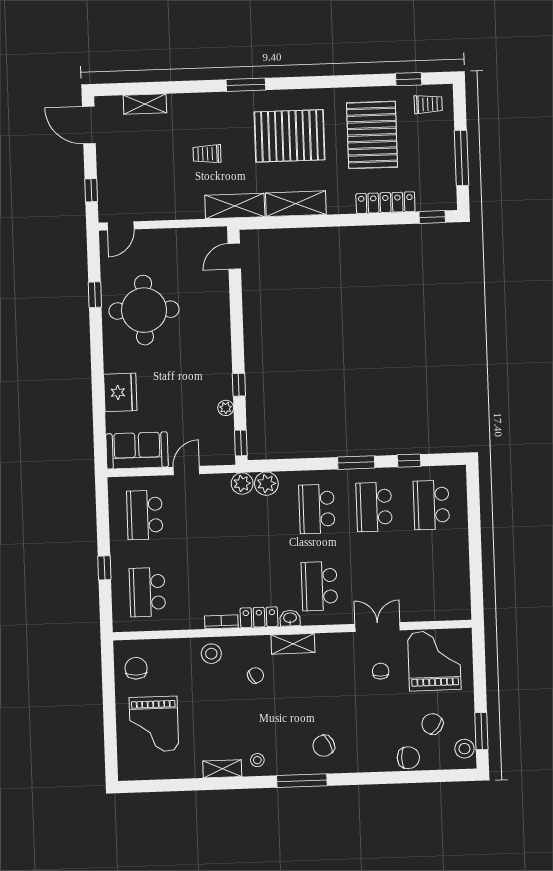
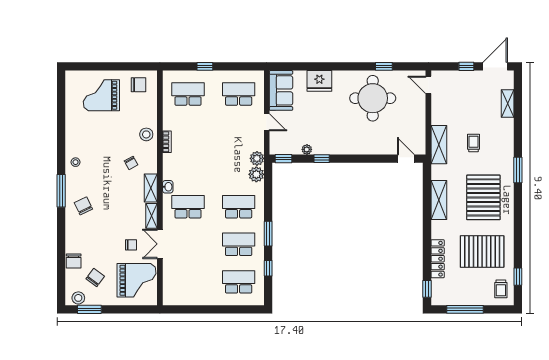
window: (91, 190) -> (466, 66), moved
shelving: (235, 206) -> (439, 145), moved
locker: (259, 617) -> (169, 166), removed
double door: (378, 627) -> (160, 244), swing flipped
shelving: (222, 769) -> (152, 216), moved

